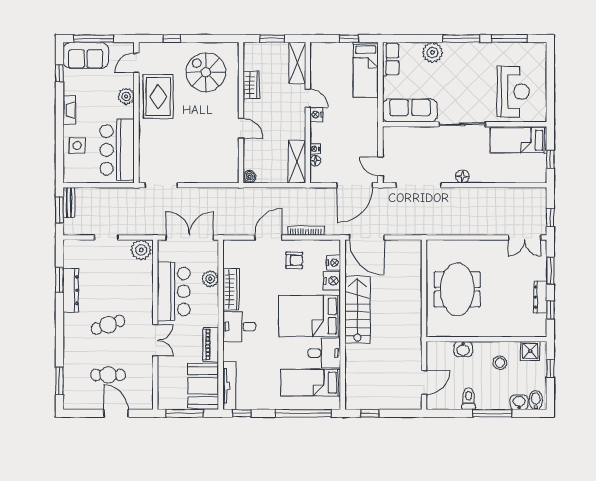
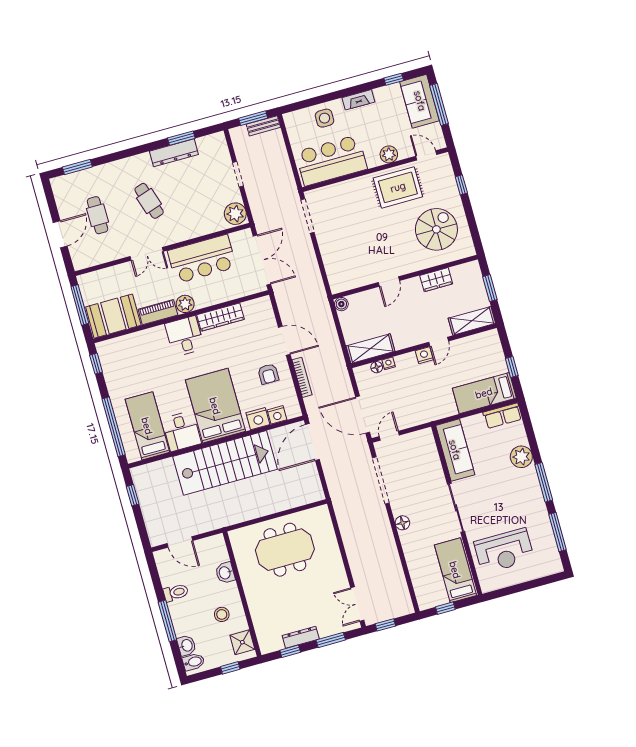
plant: (210, 279) -> (185, 304), moved
stairs: (357, 310) -> (225, 463), width x1.36, depth x1.51
tv unit: (229, 386) -> (121, 343), removed

